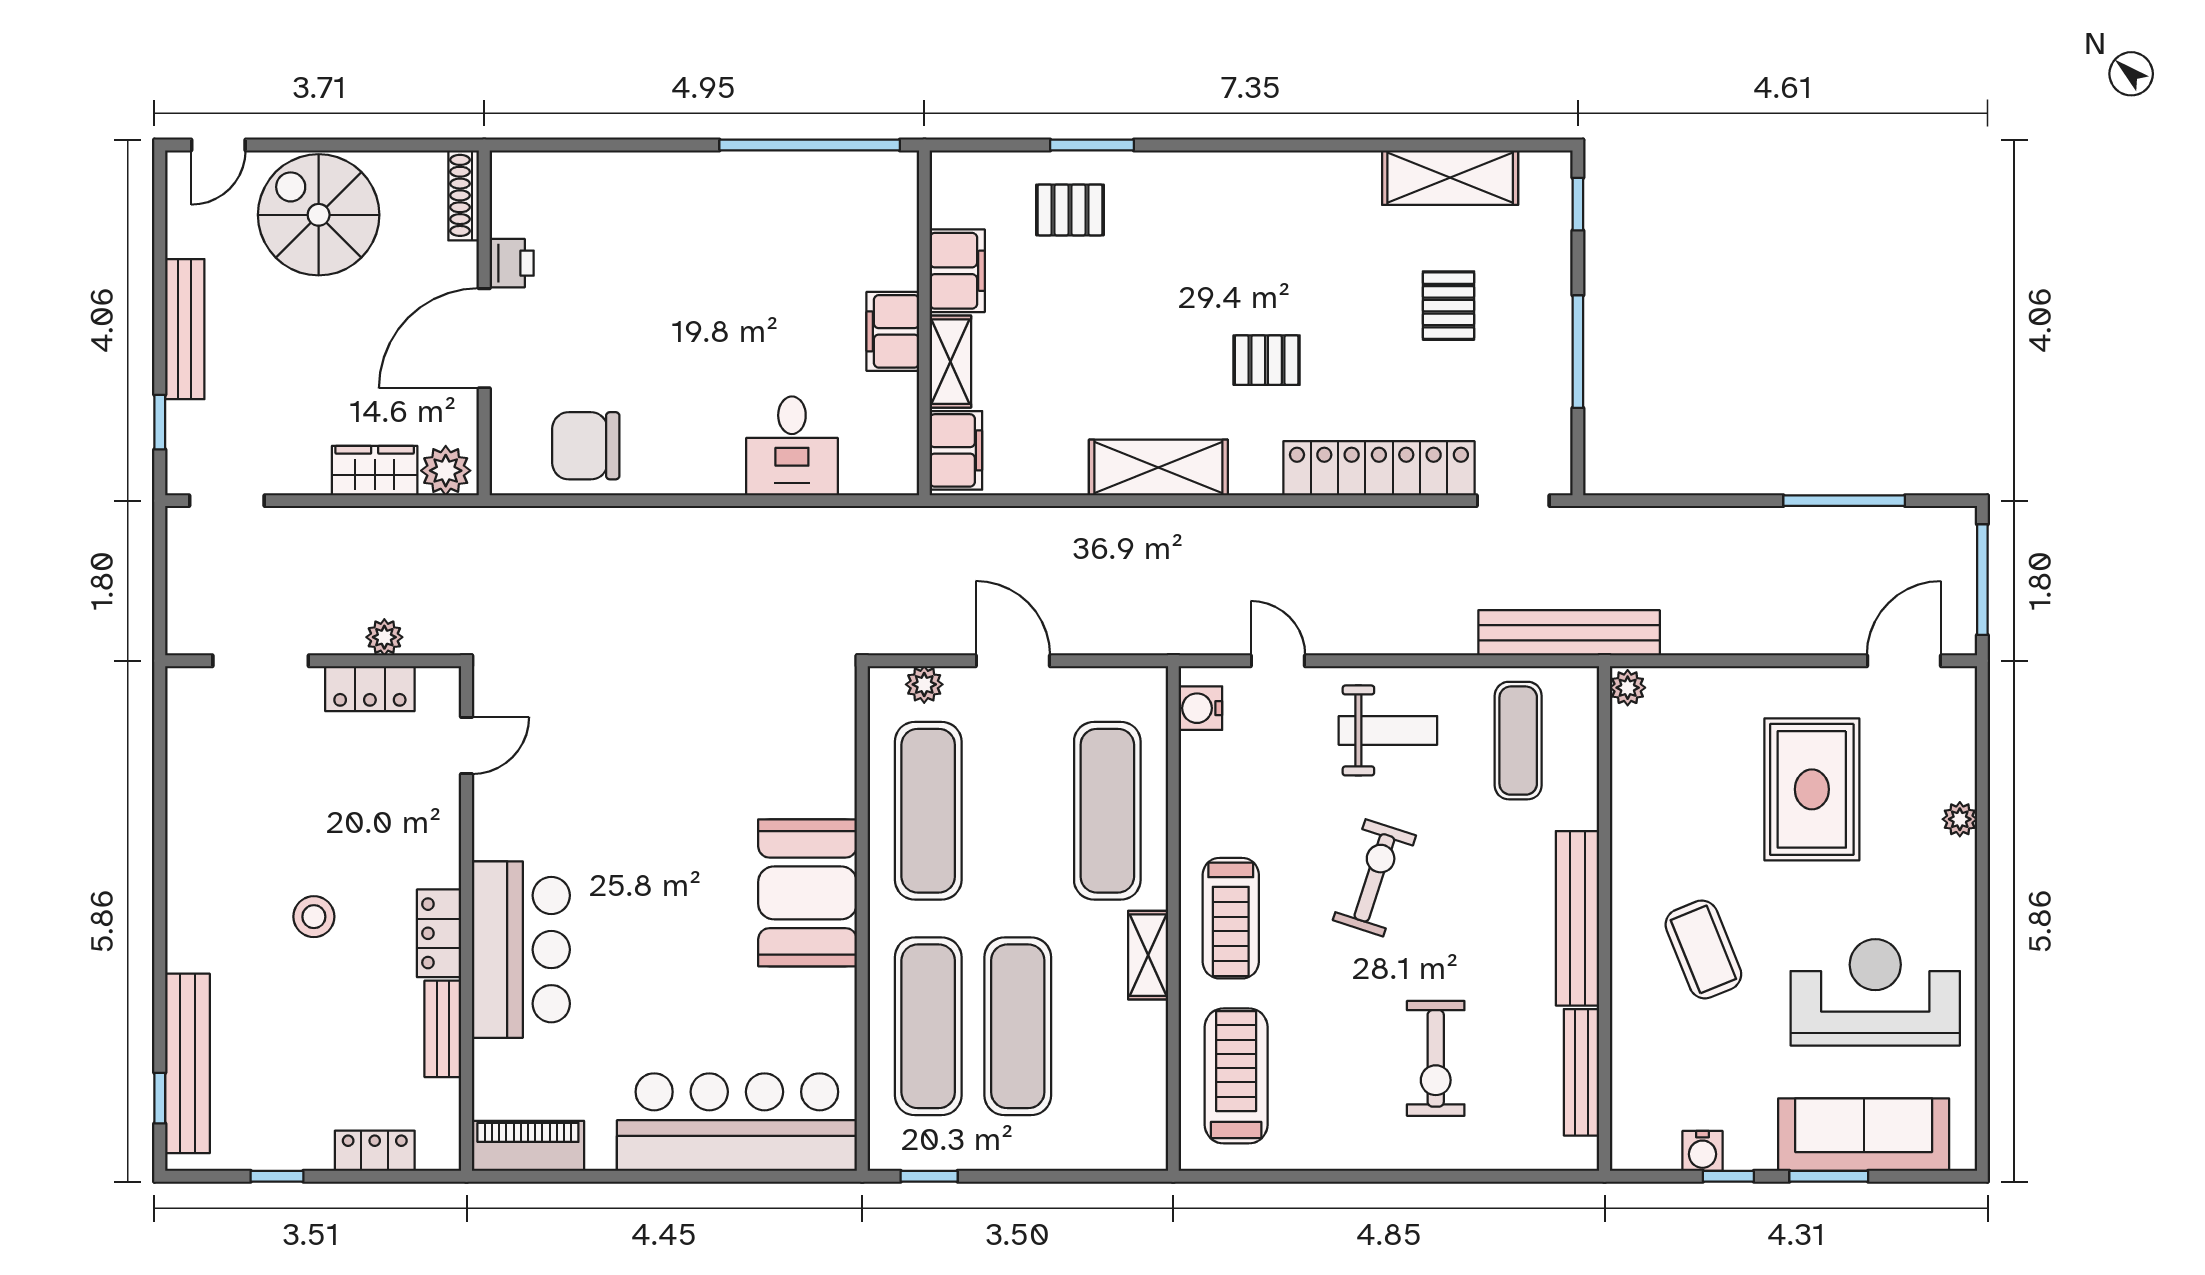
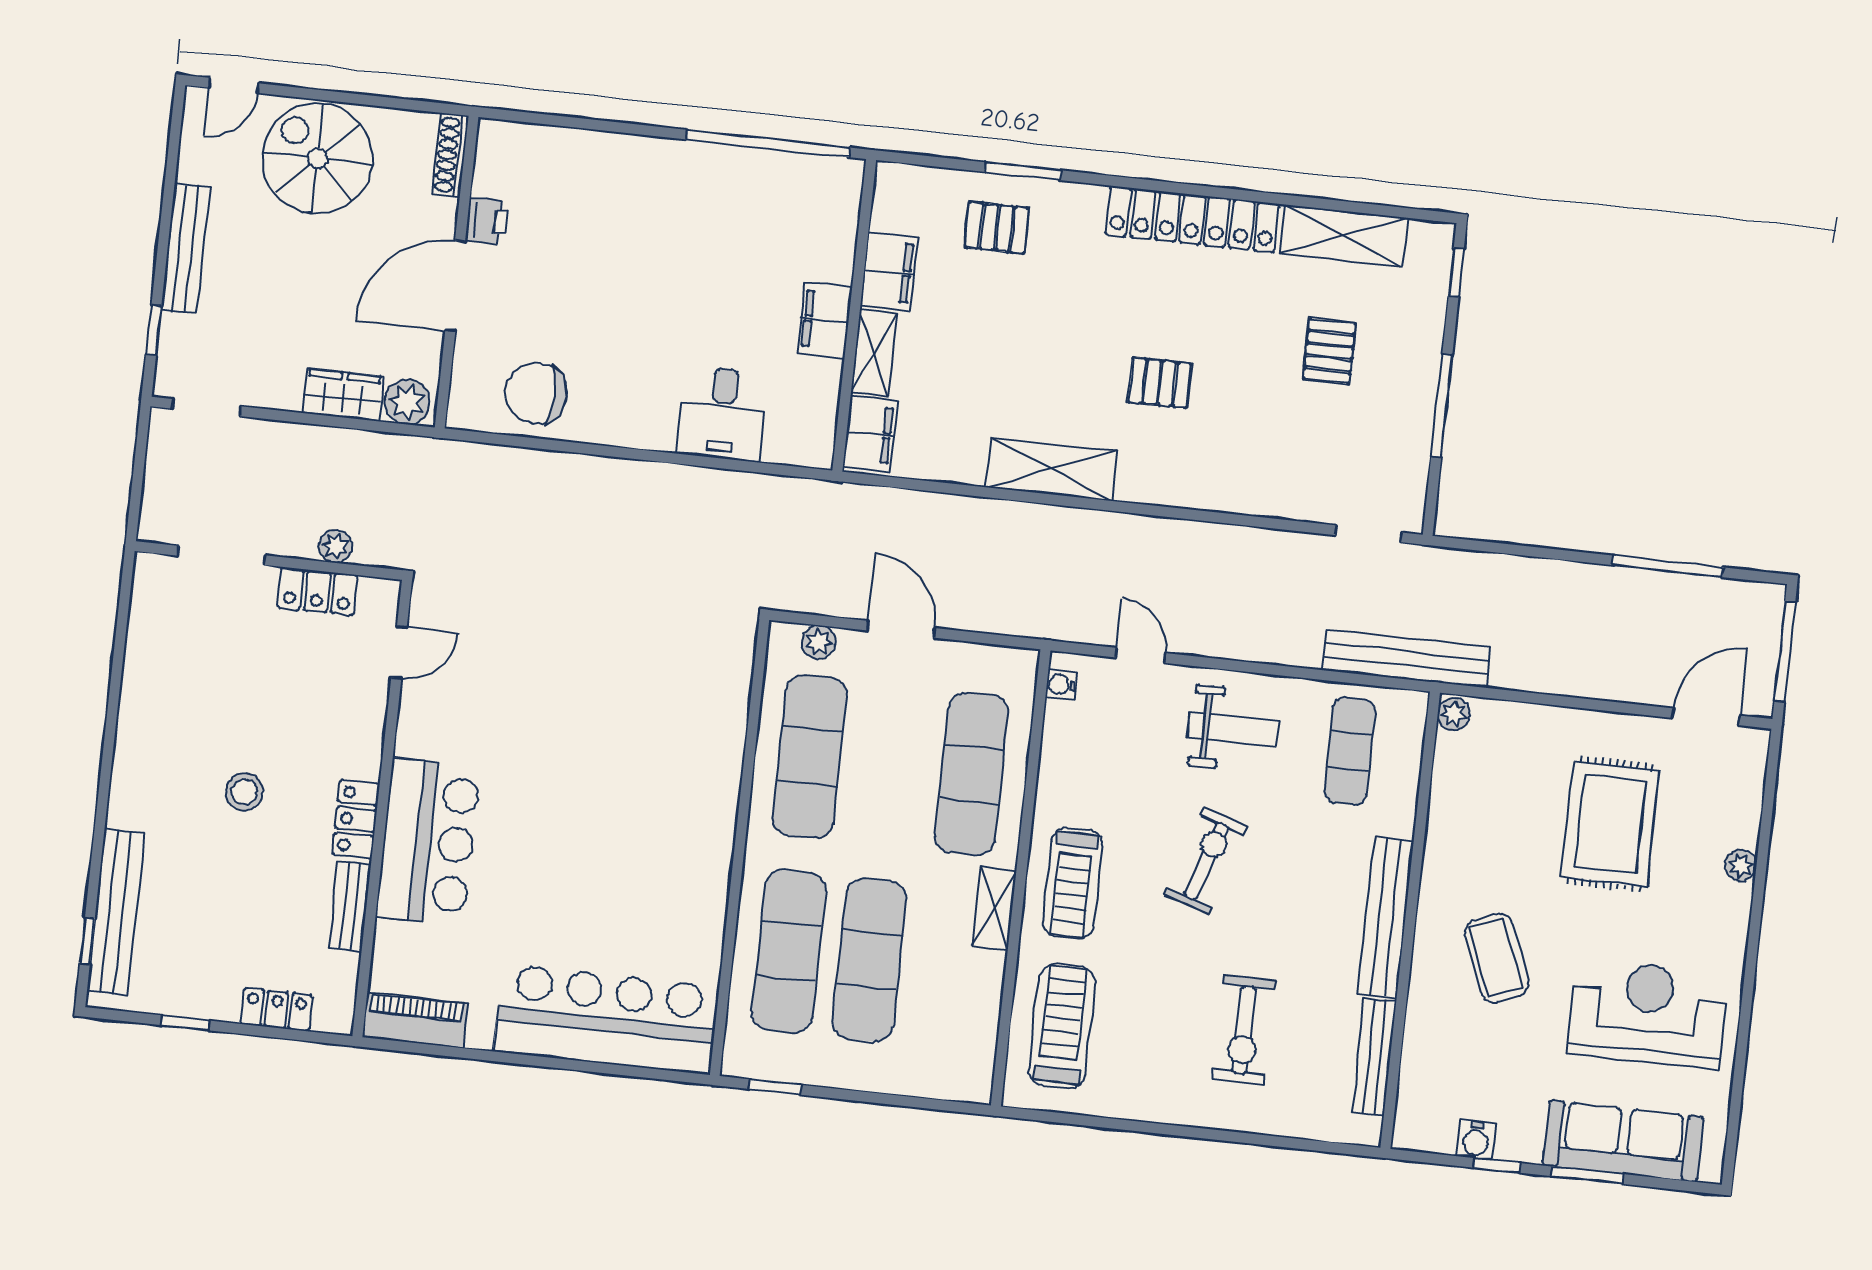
locker: (1379, 468) -> (1192, 219), moved, turned 180
water cooler: (1200, 708) -> (1061, 685), width x0.72, depth x0.72
booth: (808, 893) -> (693, 819), removed

